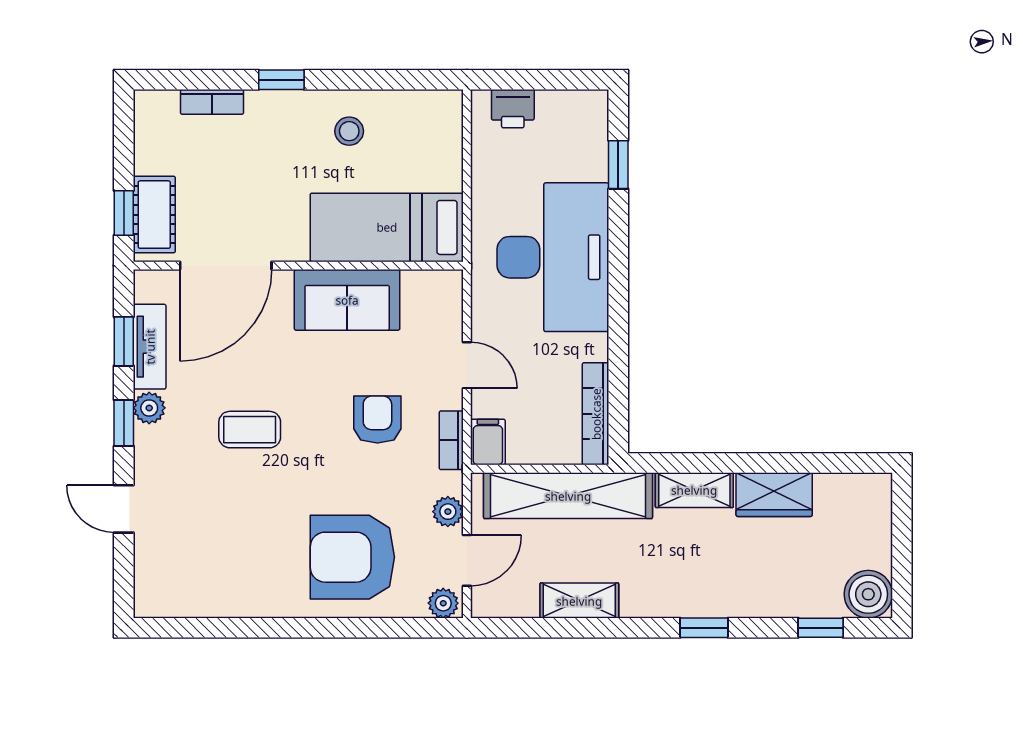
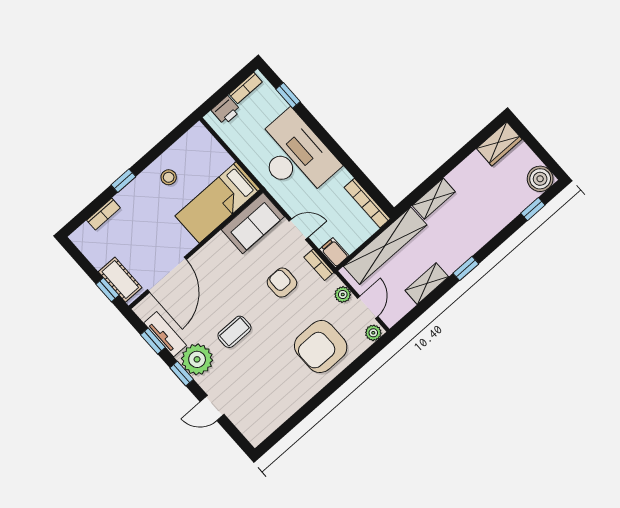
bookcase: (568, 102) -> (246, 88), added
sofa: (347, 300) -> (253, 223), moved
plant: (149, 408) -> (197, 359), width x1.88, depth x1.88
wardrobe: (774, 495) -> (499, 144), moved
window: (704, 628) -> (466, 268), moved

